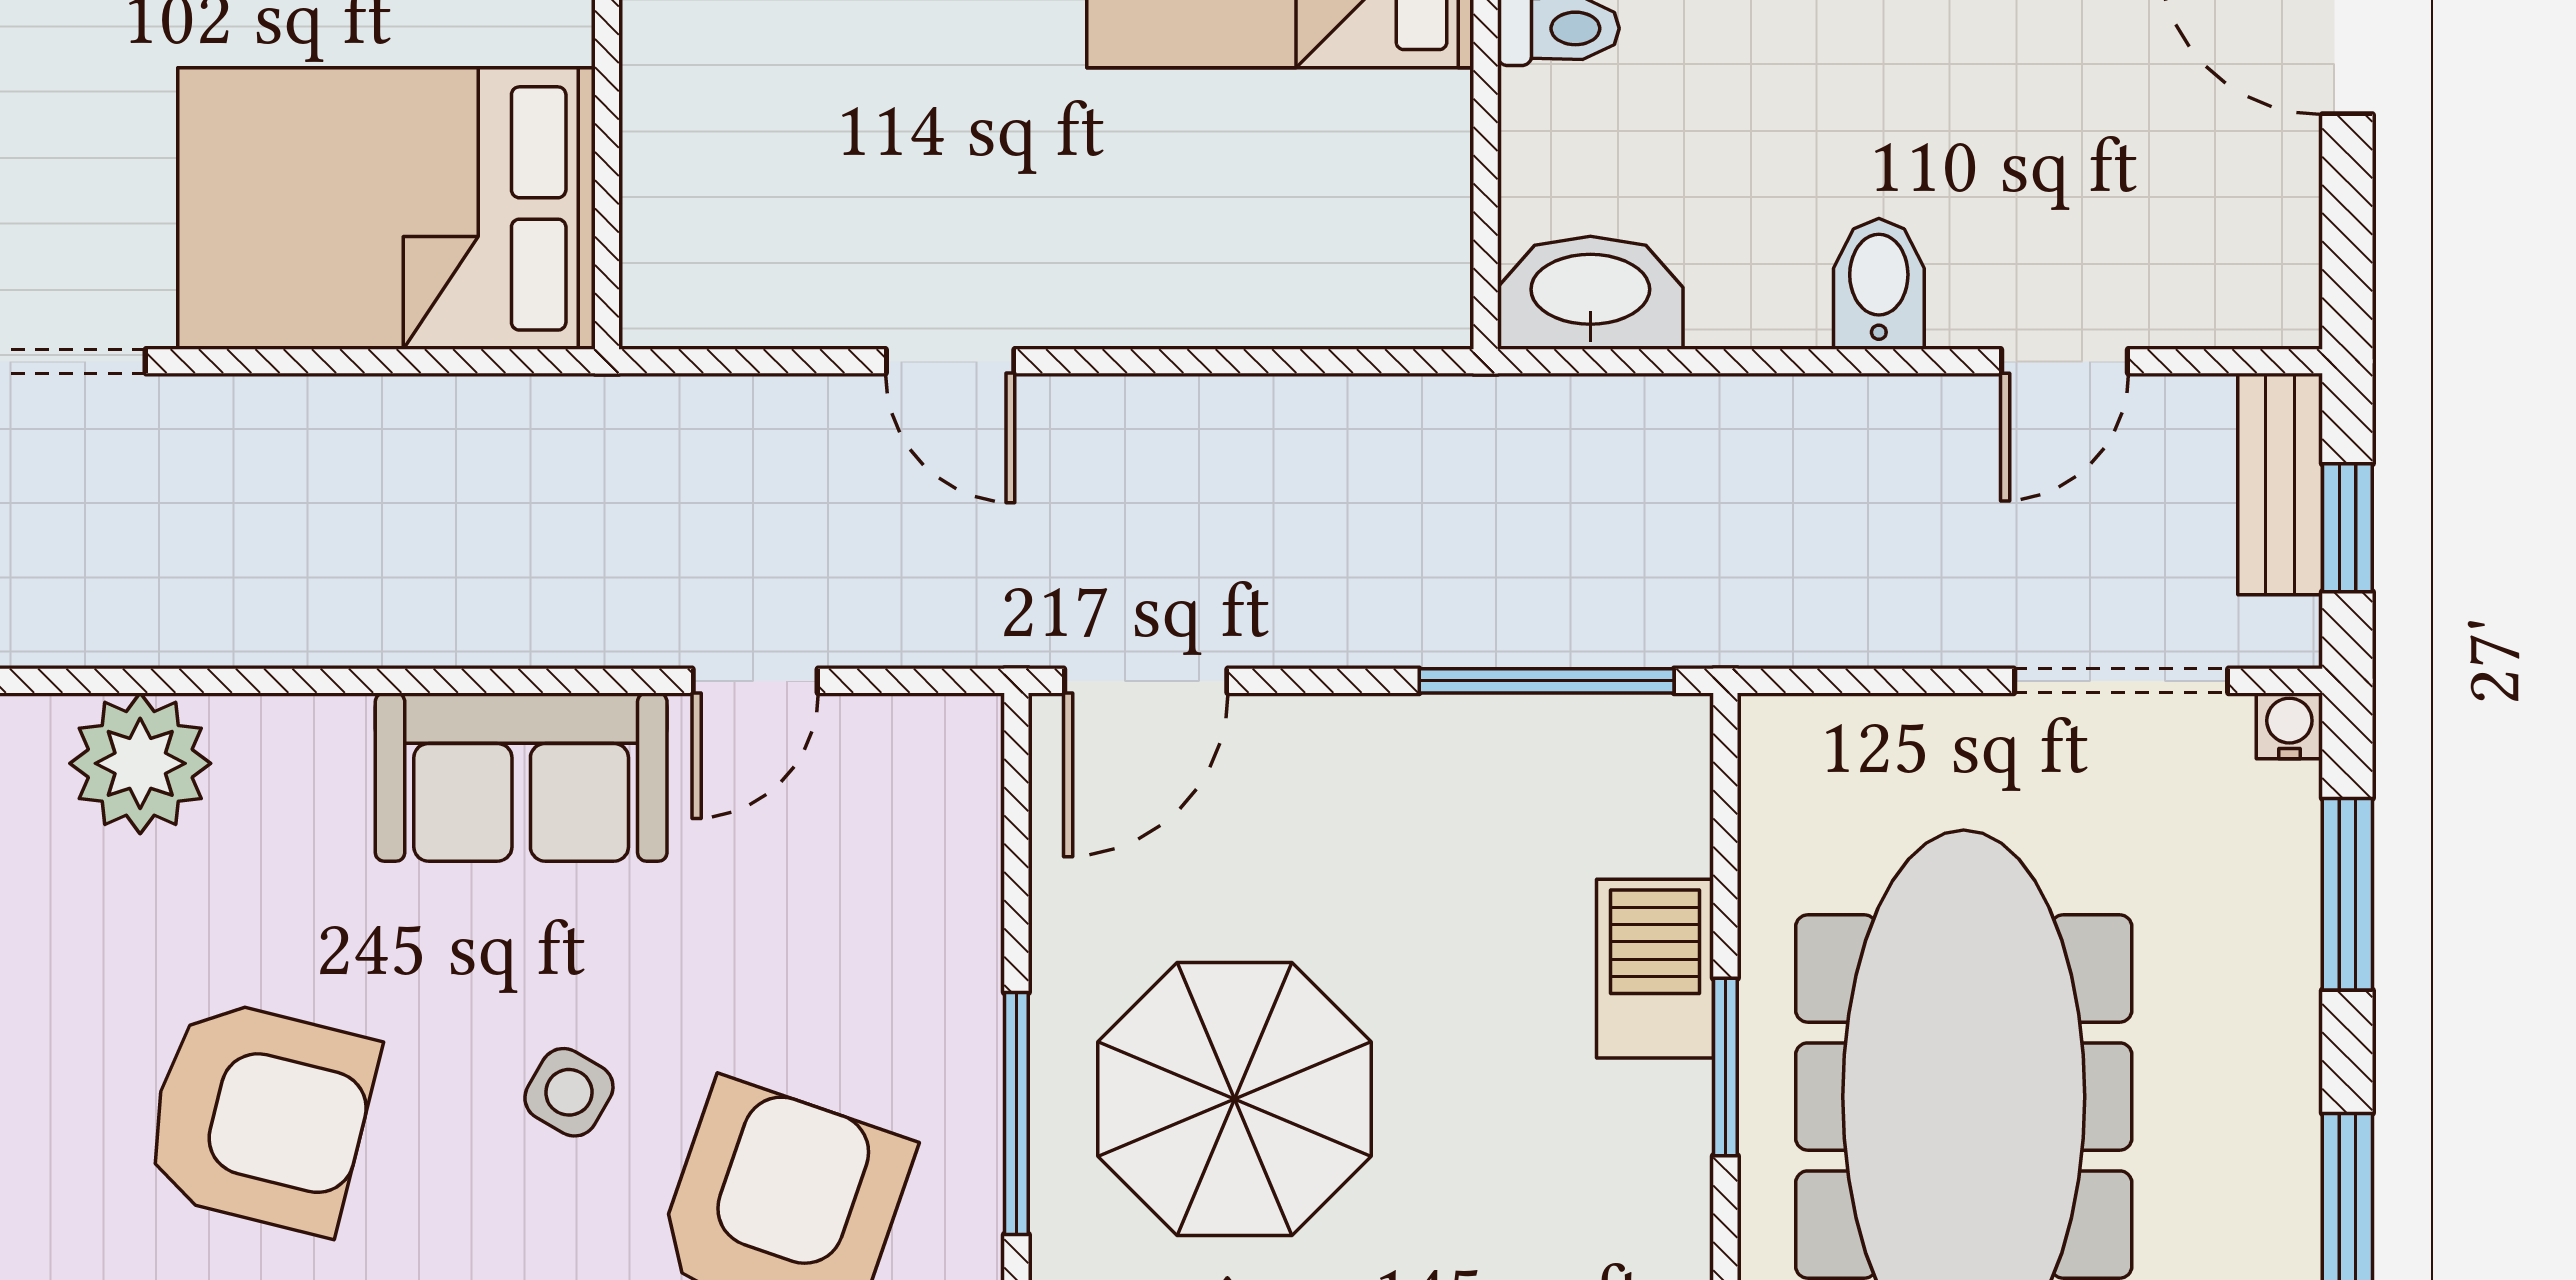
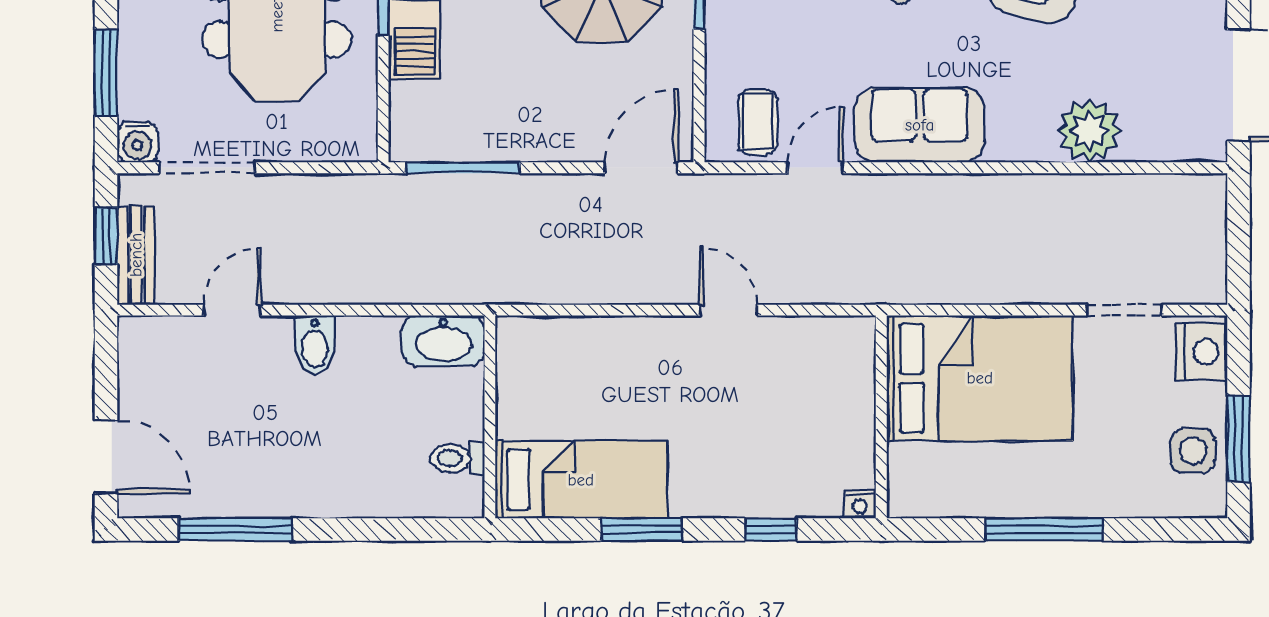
water cooler: (2289, 726) -> (137, 142), width x1.38, depth x1.38
coffee table: (885, 784) -> (758, 122), added

